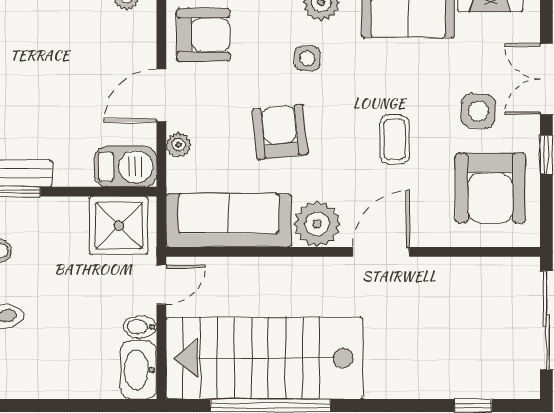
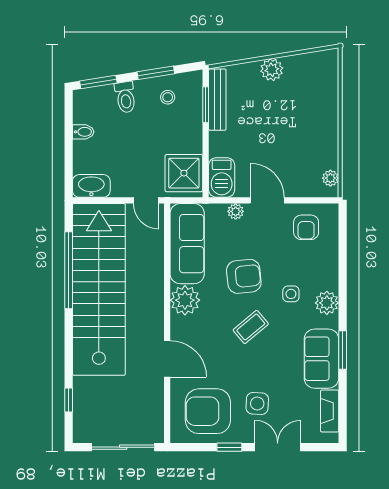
armchair: (203, 35) -> (306, 227), width x0.72, depth x0.72
coffee table: (395, 139) -> (251, 327), moved, turned -40
door: (381, 252) -> (167, 359), moved
bidet: (140, 327) -> (83, 132), moved, turned 90
stairs: (264, 358) -> (99, 289), width x1.36

